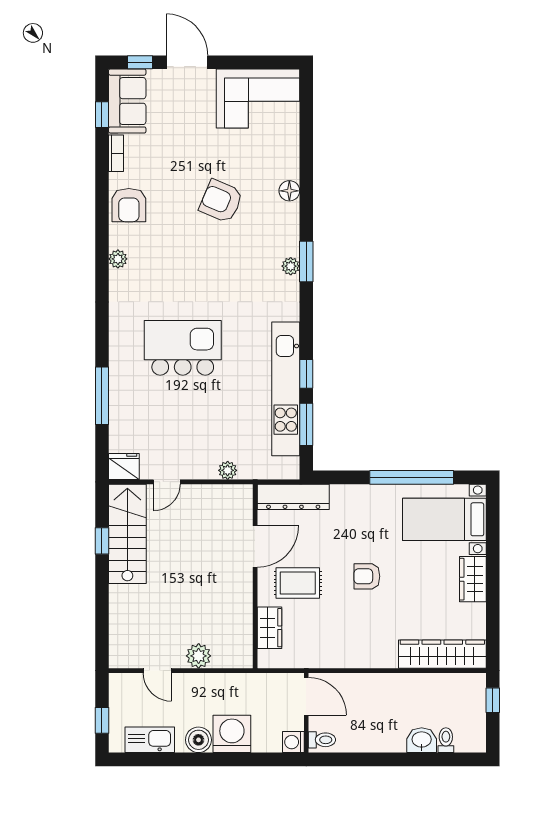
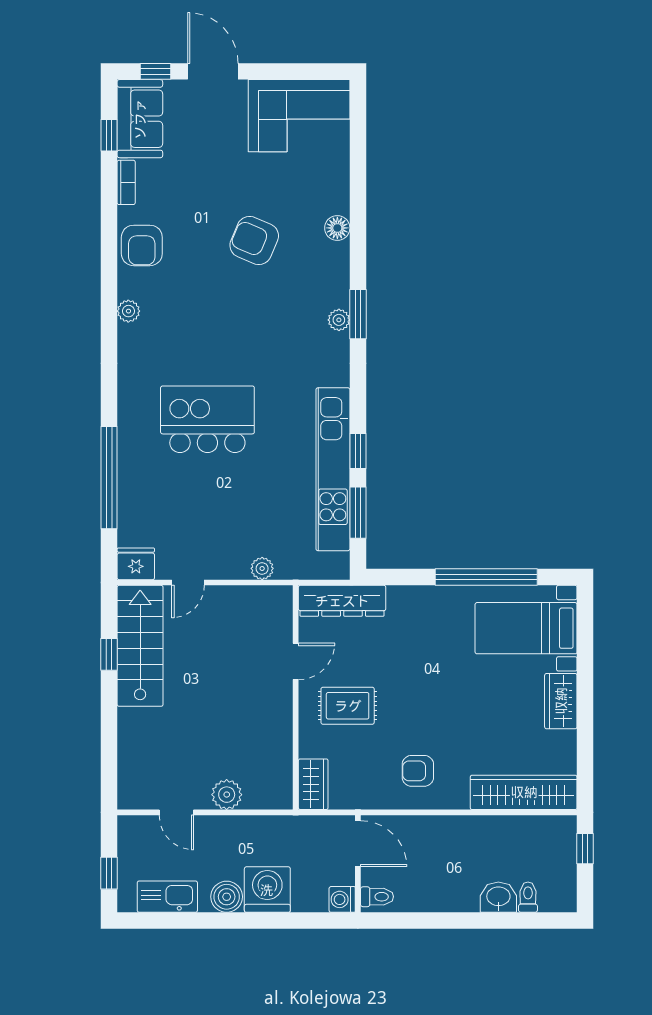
window: (102, 396) -> (109, 478), width x1.46
door: (255, 547) -> (296, 661), width x0.73
armchair: (367, 576) -> (418, 771), moved
wardrobe: (270, 628) -> (313, 784), moved

